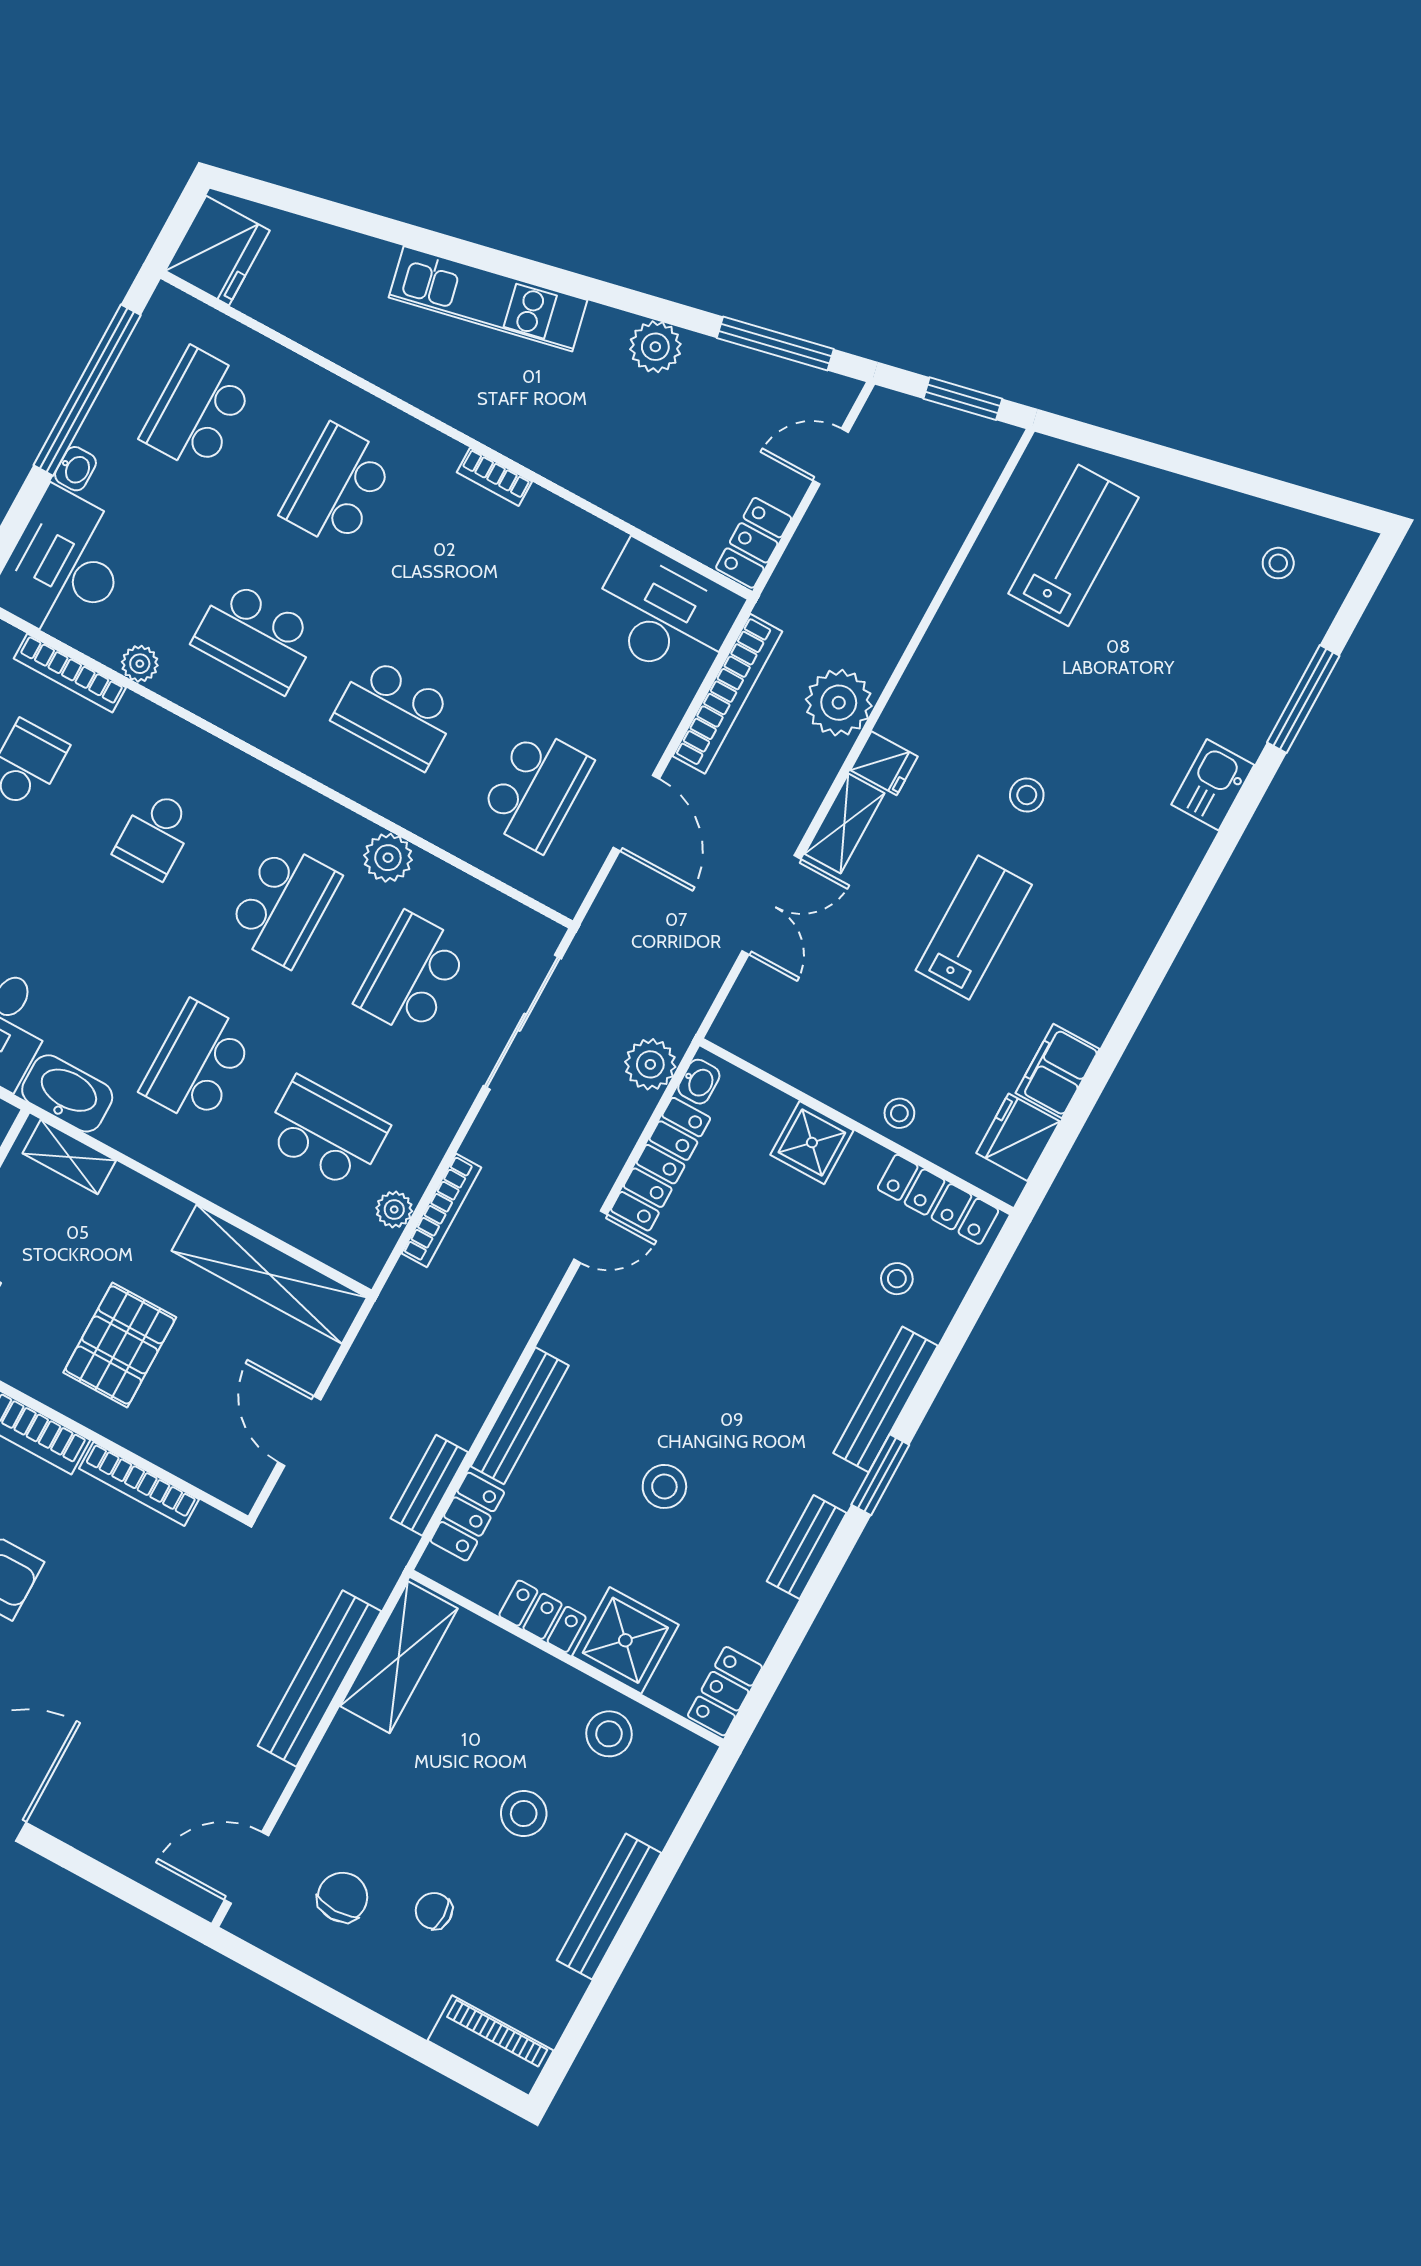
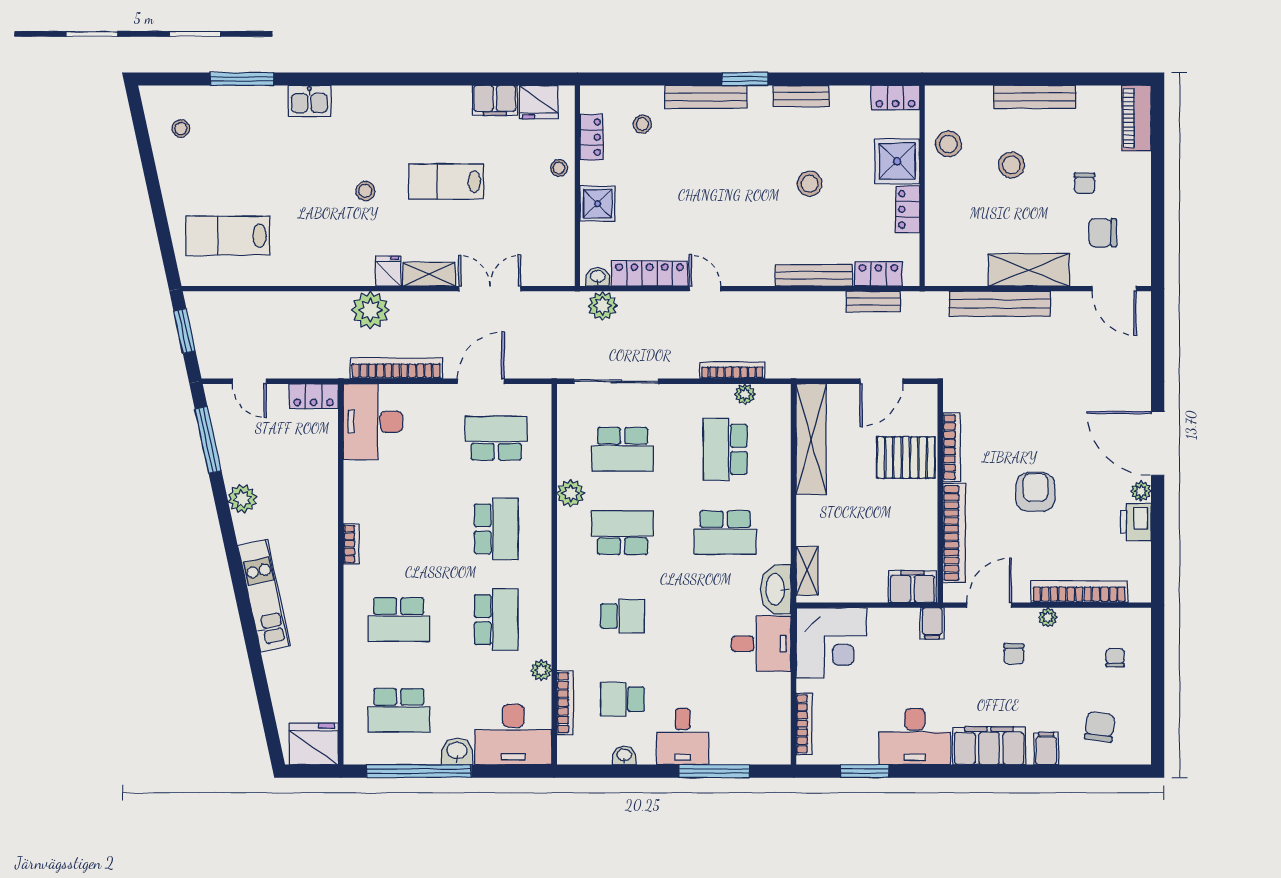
washbasin: (76, 469) -> (457, 751), width x1.38, depth x1.45
locker: (938, 1199) -> (592, 137), width x0.66
pallet: (120, 1345) -> (906, 458), moved
shelving: (399, 1657) -> (1029, 270), moved

